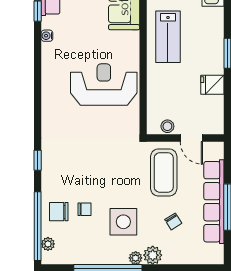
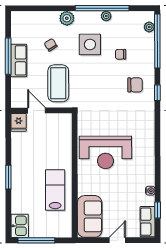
fridge: (212, 85) -> (19, 122), moved, turned 90
stool: (167, 126) -> (55, 120), removed
row of seats: (214, 202) -> (19, 60), width x0.50
chair: (59, 212) -> (135, 85), moved
plant: (136, 258) -> (106, 16), moved

